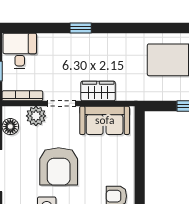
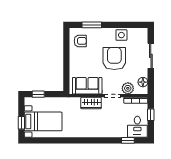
window: (81, 28) -> (128, 140), moved

